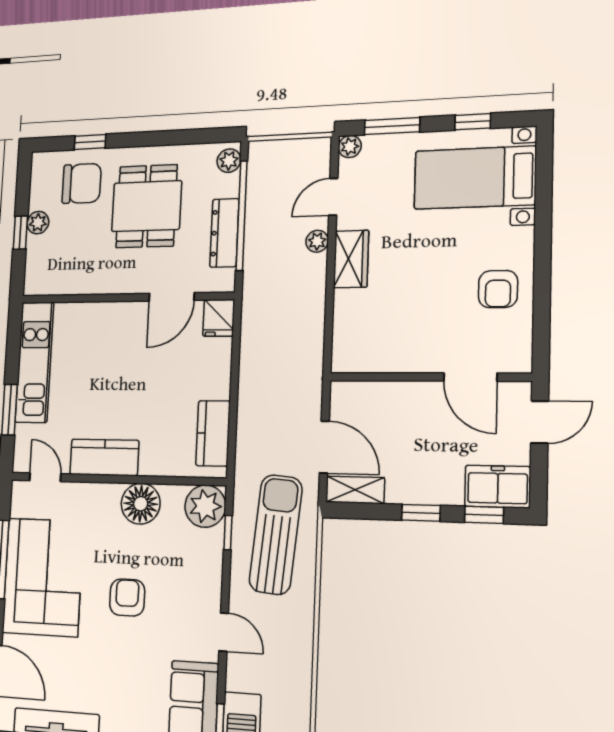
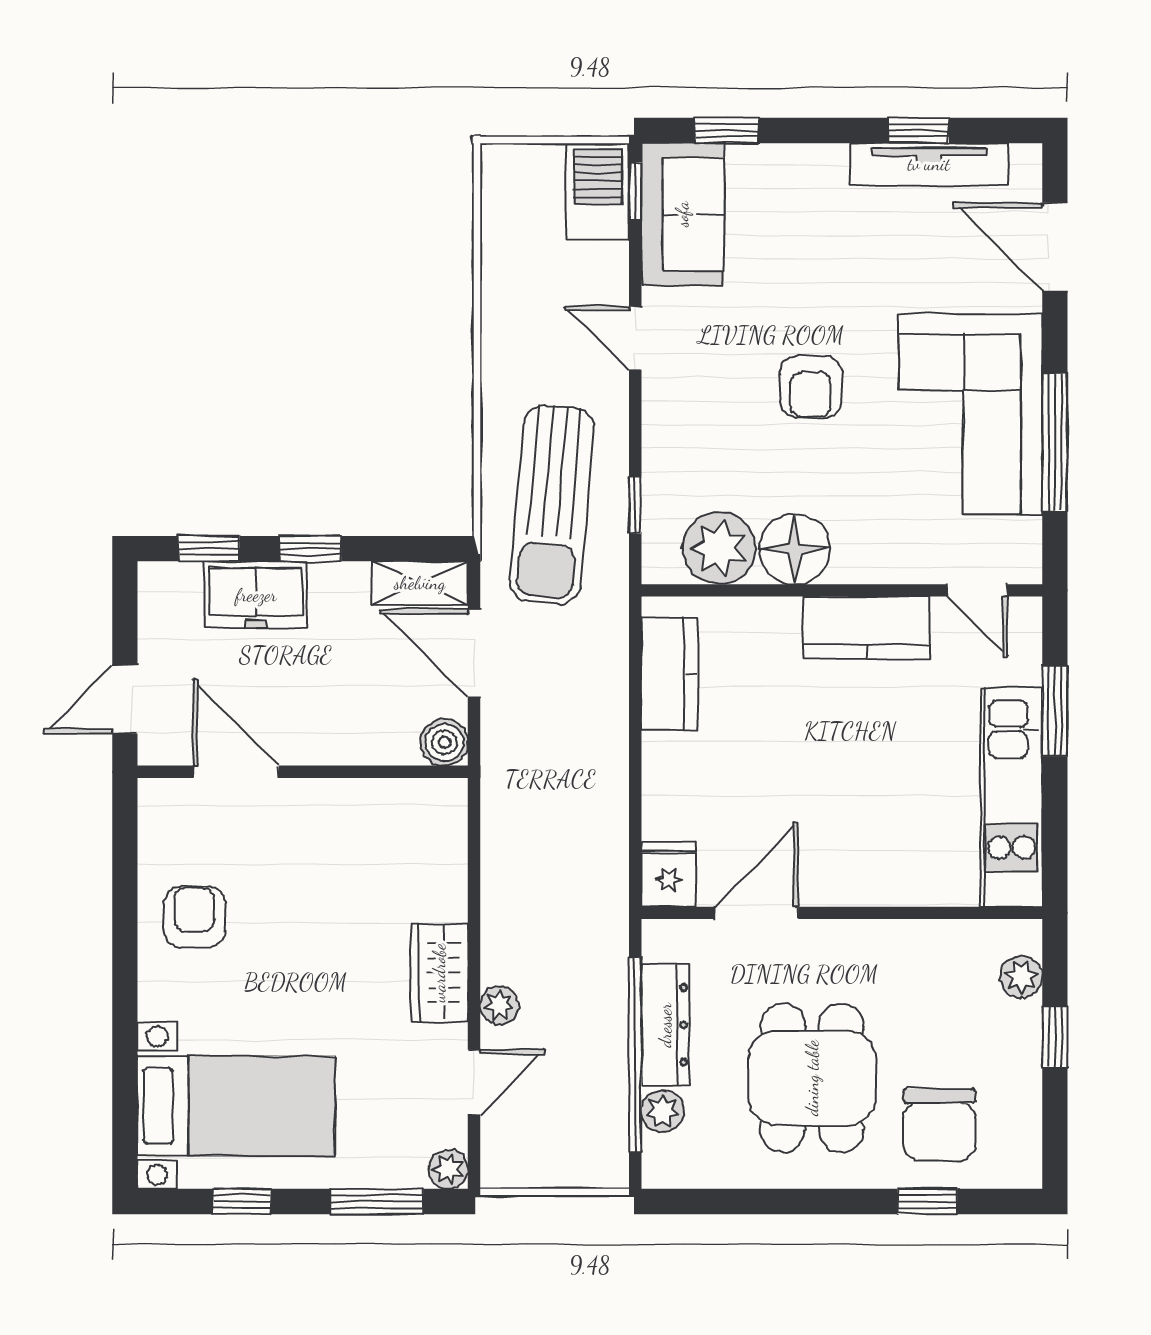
plant: (229, 161) -> (663, 1111), moved
chair: (82, 183) -> (939, 1125), turned -90
plant: (38, 223) -> (1021, 977), moved
boiler: (344, 394) -> (444, 742), added
freezer: (498, 487) -> (256, 595), moved
plant: (205, 506) -> (719, 548), moved

